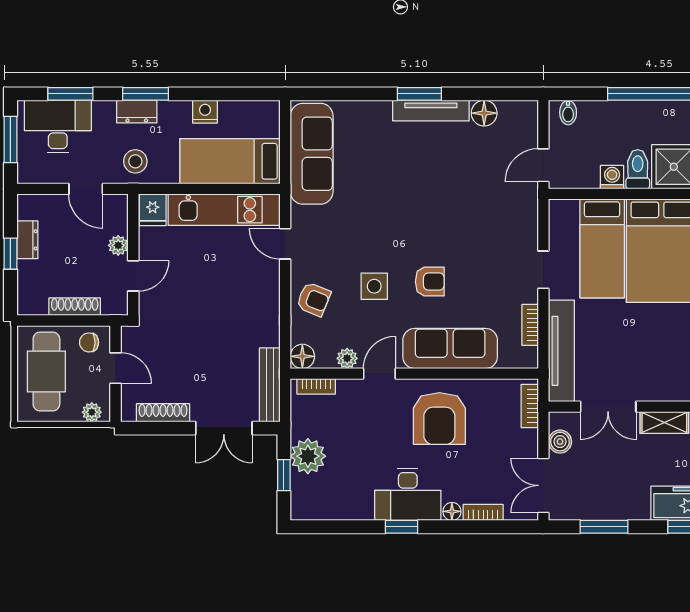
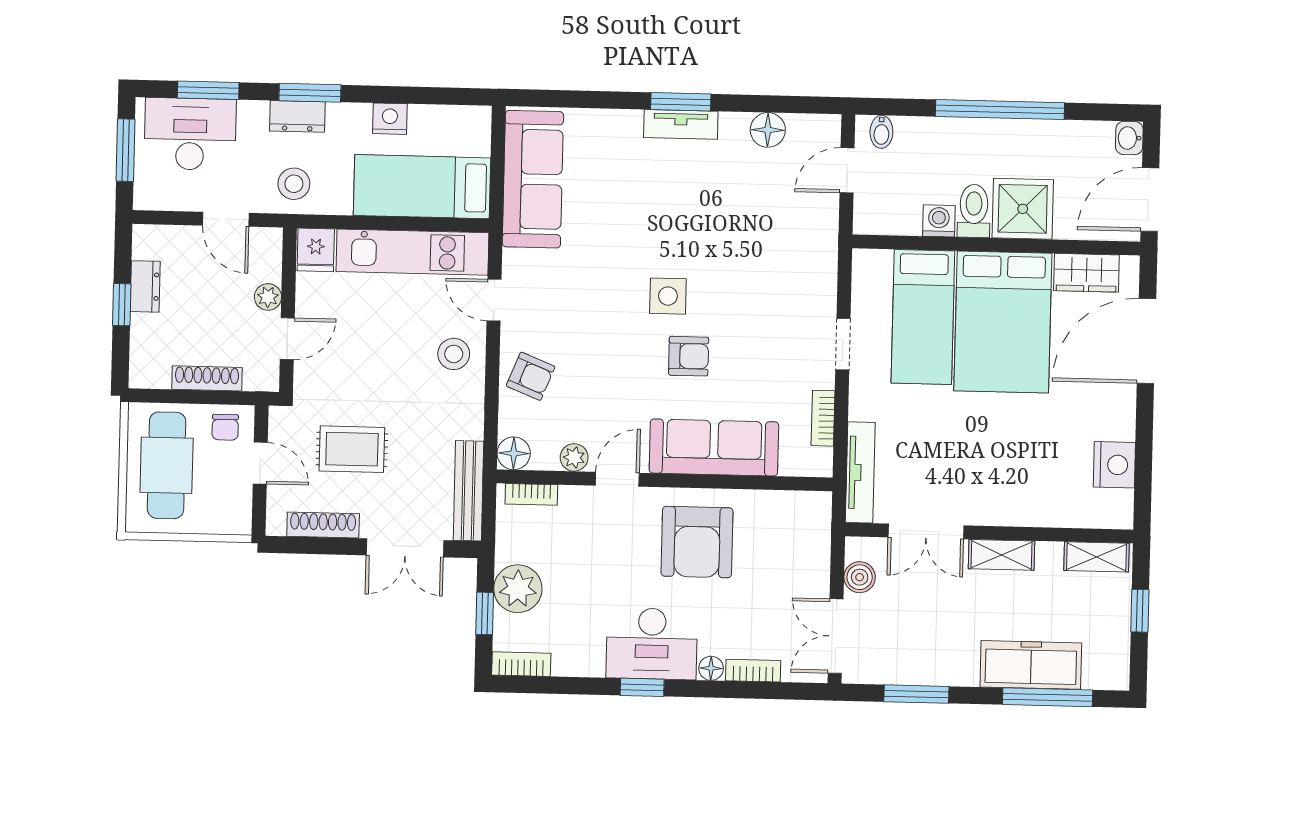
tv unit: (431, 111) -> (681, 124), width x0.71
door: (543, 165) -> (847, 170), moved
stool: (256, 284) -> (454, 354), added
side table: (374, 286) -> (668, 296), moved
chair: (89, 342) -> (225, 427), turned -90
tv unit: (561, 351) -> (860, 472), width x0.73, depth x0.78
rug: (183, 356) -> (352, 449), added
bookcase: (530, 406) -> (521, 664), moved, turned 90
plant: (92, 412) -> (227, 522), removed

